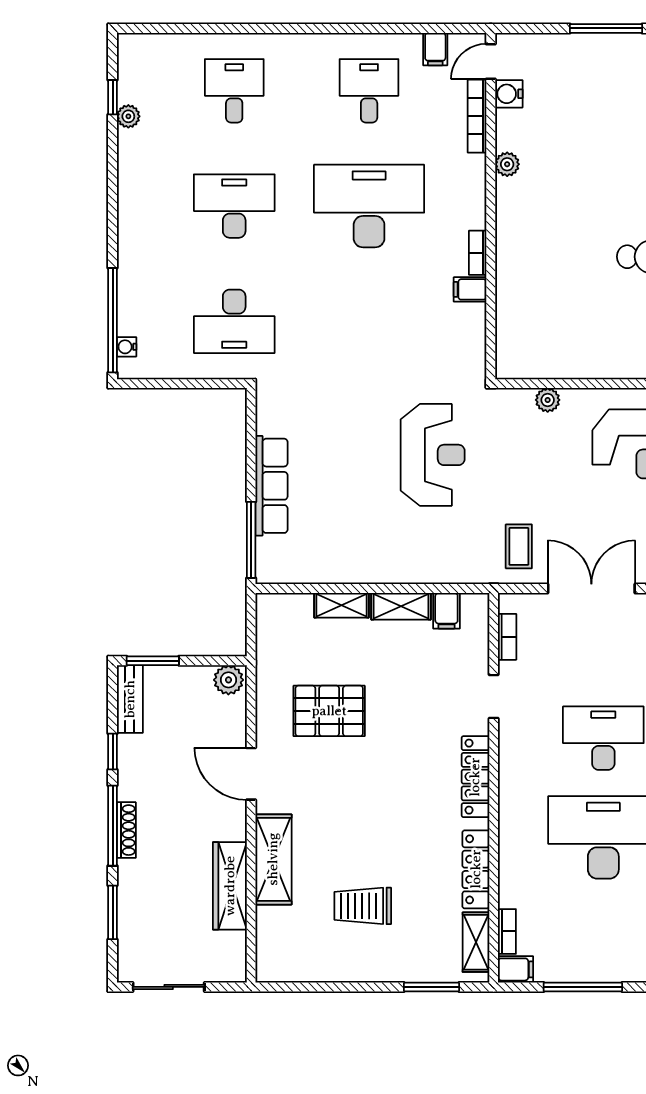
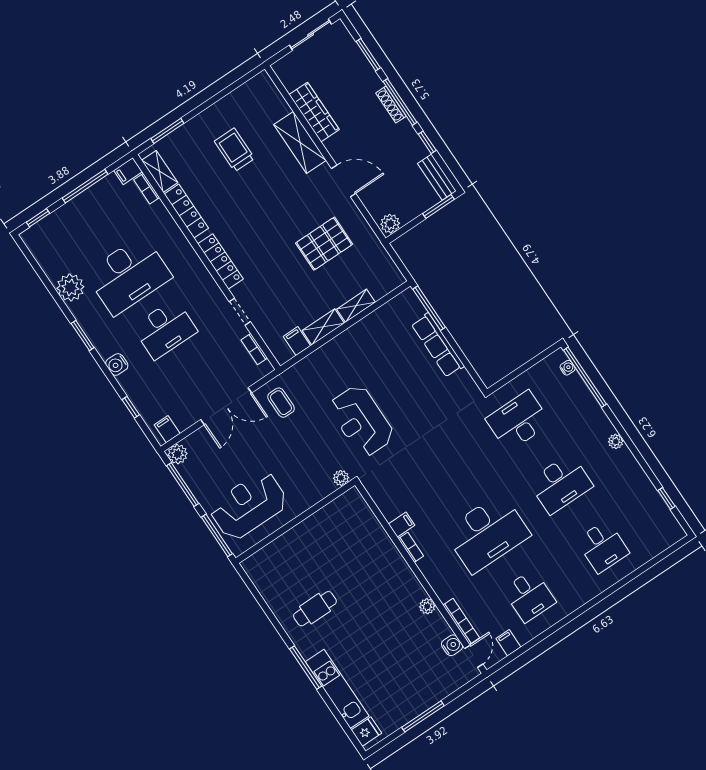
plant: (128, 116) -> (616, 441), moved
plant: (548, 400) -> (341, 478), moved
trolley: (363, 906) -> (234, 150), turned -90

